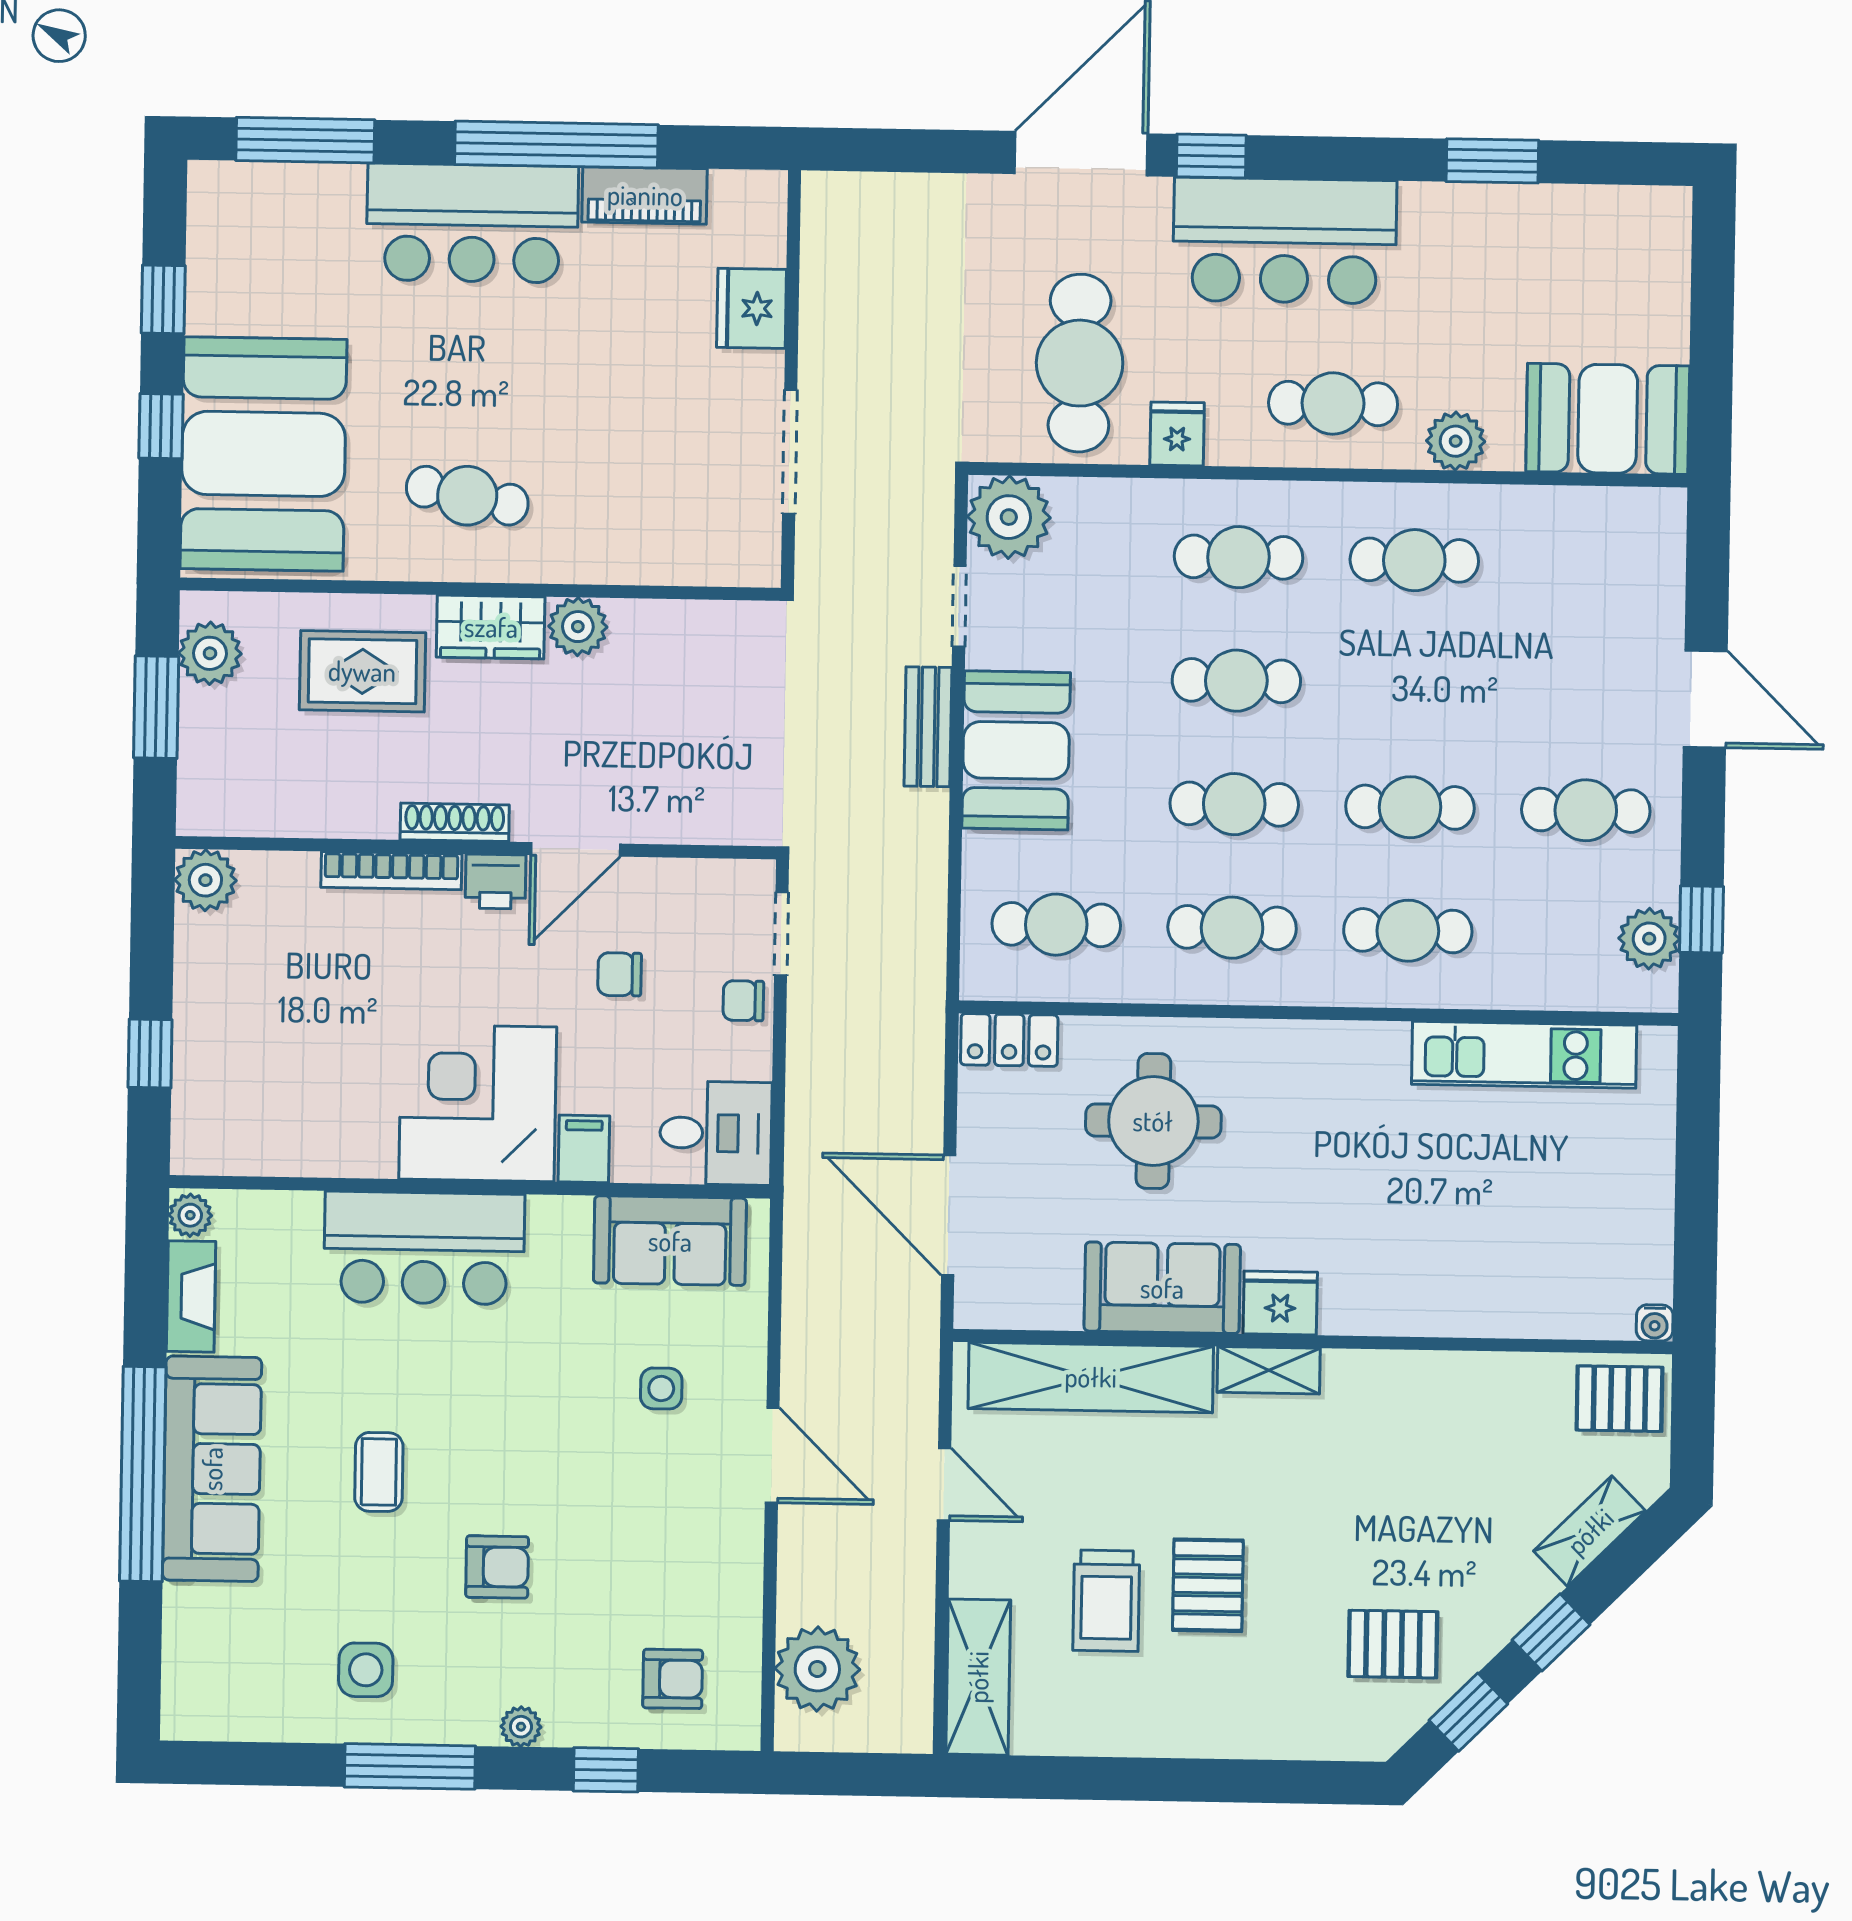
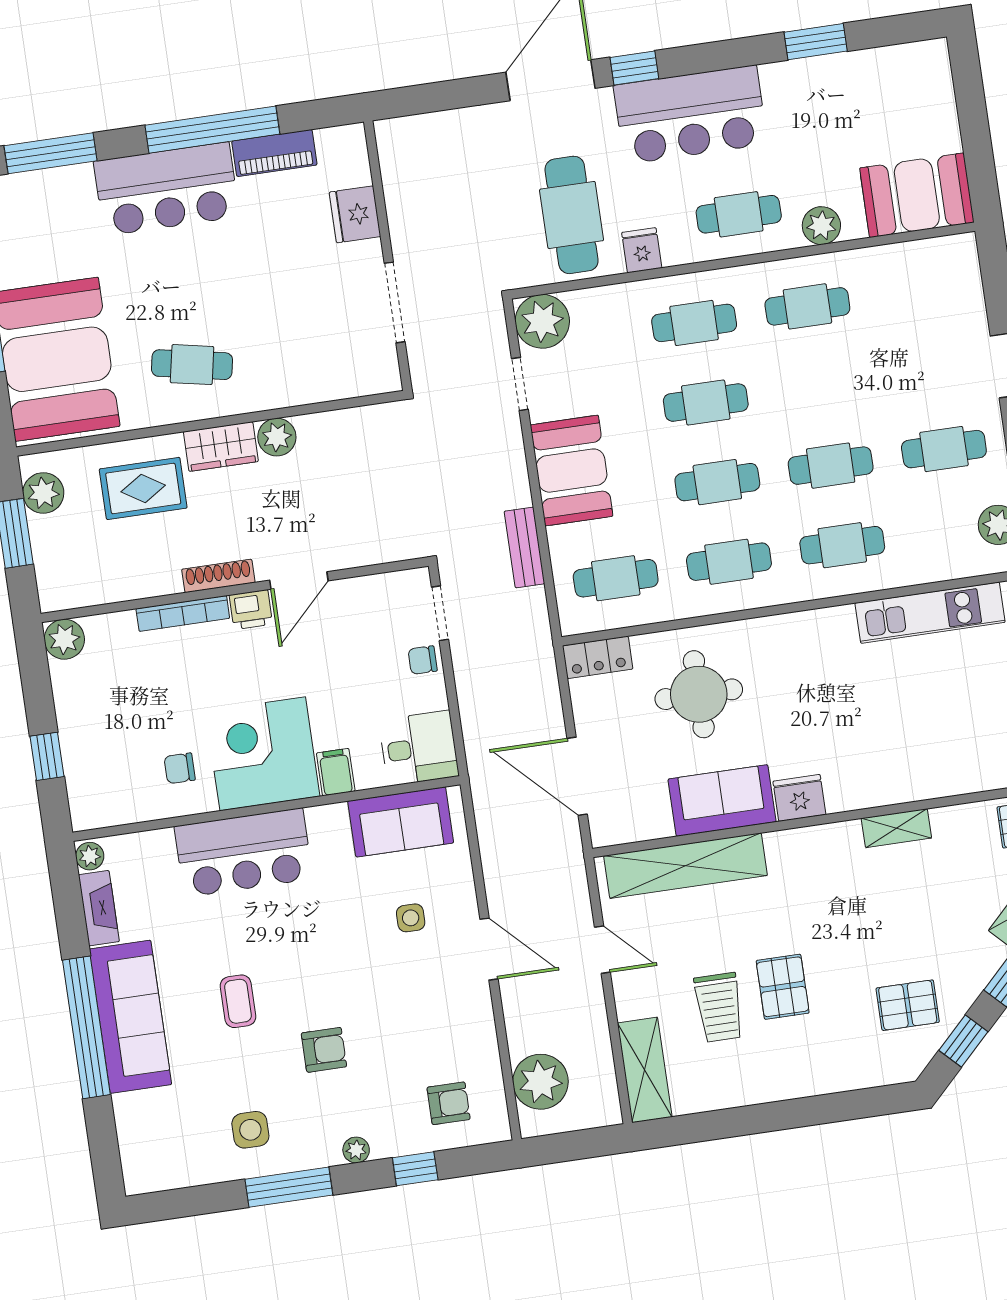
bench: (928, 727) -> (524, 547), moved
chair: (620, 974) -> (180, 768), moved
shelving: (1269, 1370) -> (896, 828), moved

